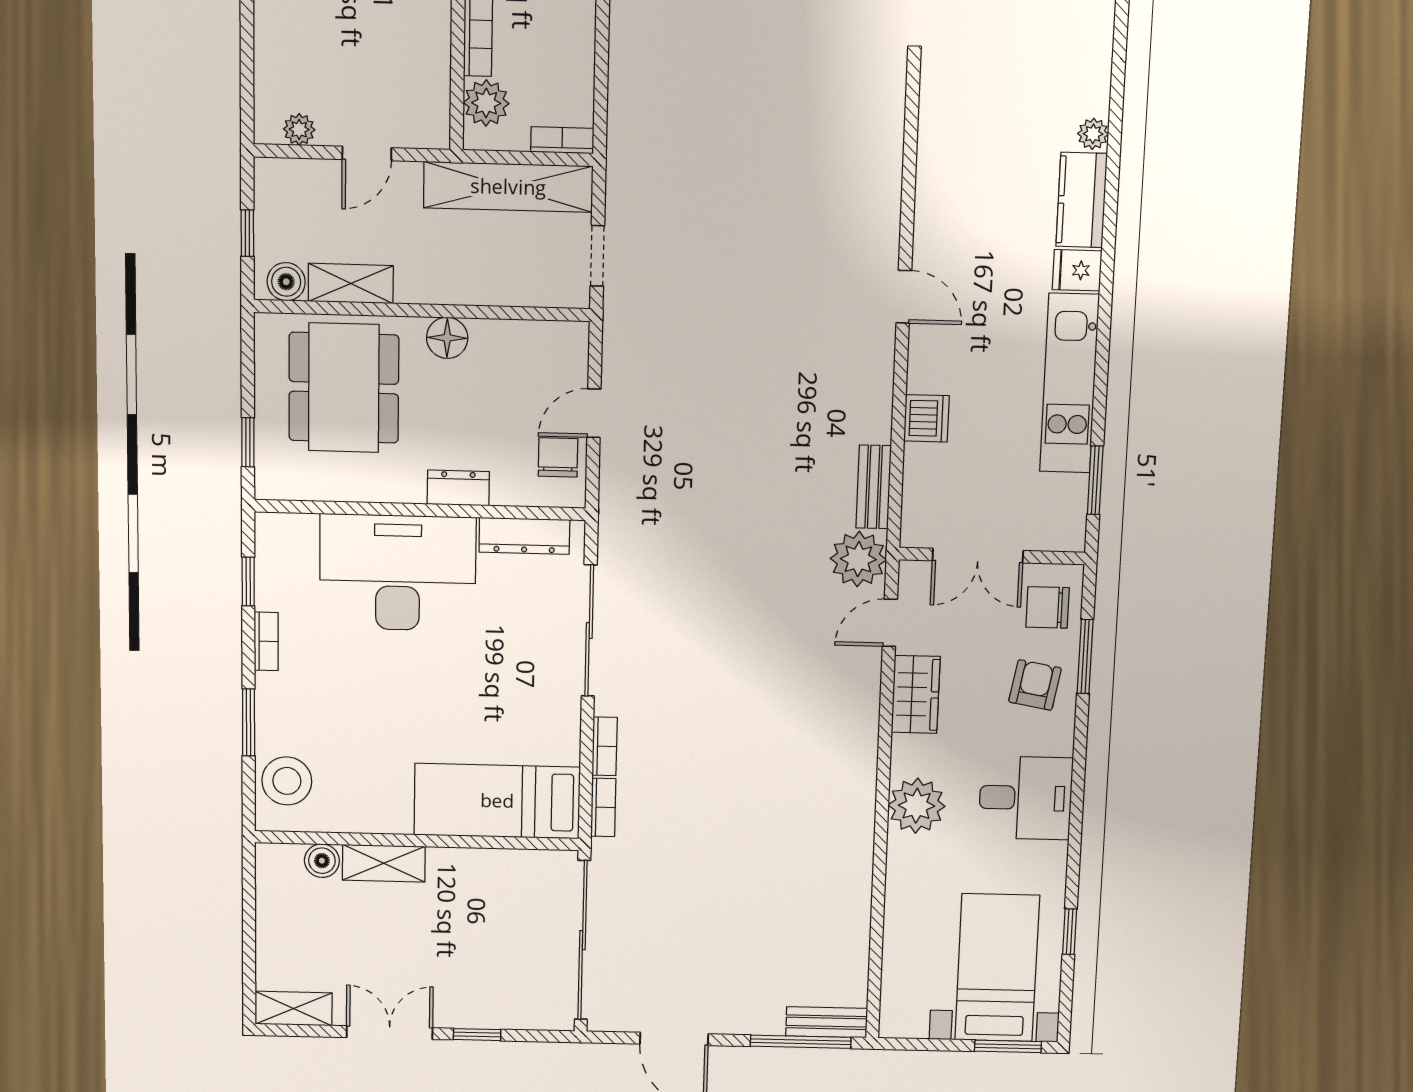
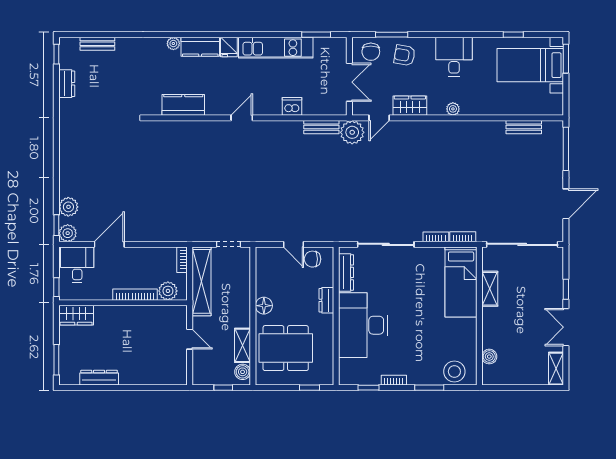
plant: (299, 129) -> (181, 367), removed
kitchen counter: (942, 154) -> (183, 105), added
door: (890, 623) -> (379, 118), hinge flipped
plant: (917, 806) -> (453, 109), width x0.53, depth x0.53
shelving: (384, 863) -> (490, 289), moved
bench: (827, 1022) -> (524, 127), moved, turned 90

